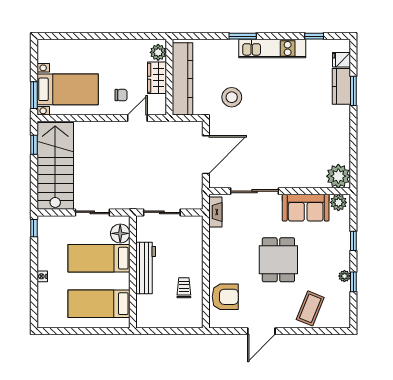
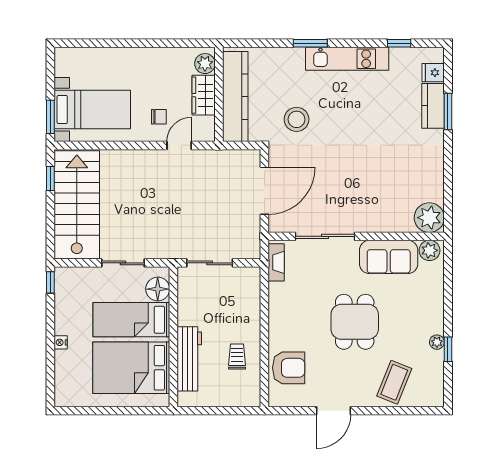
window: (353, 241) -> (448, 298), removed
workbench: (146, 268) -> (189, 359), moved
bed: (99, 304) -> (131, 368), width x1.50

